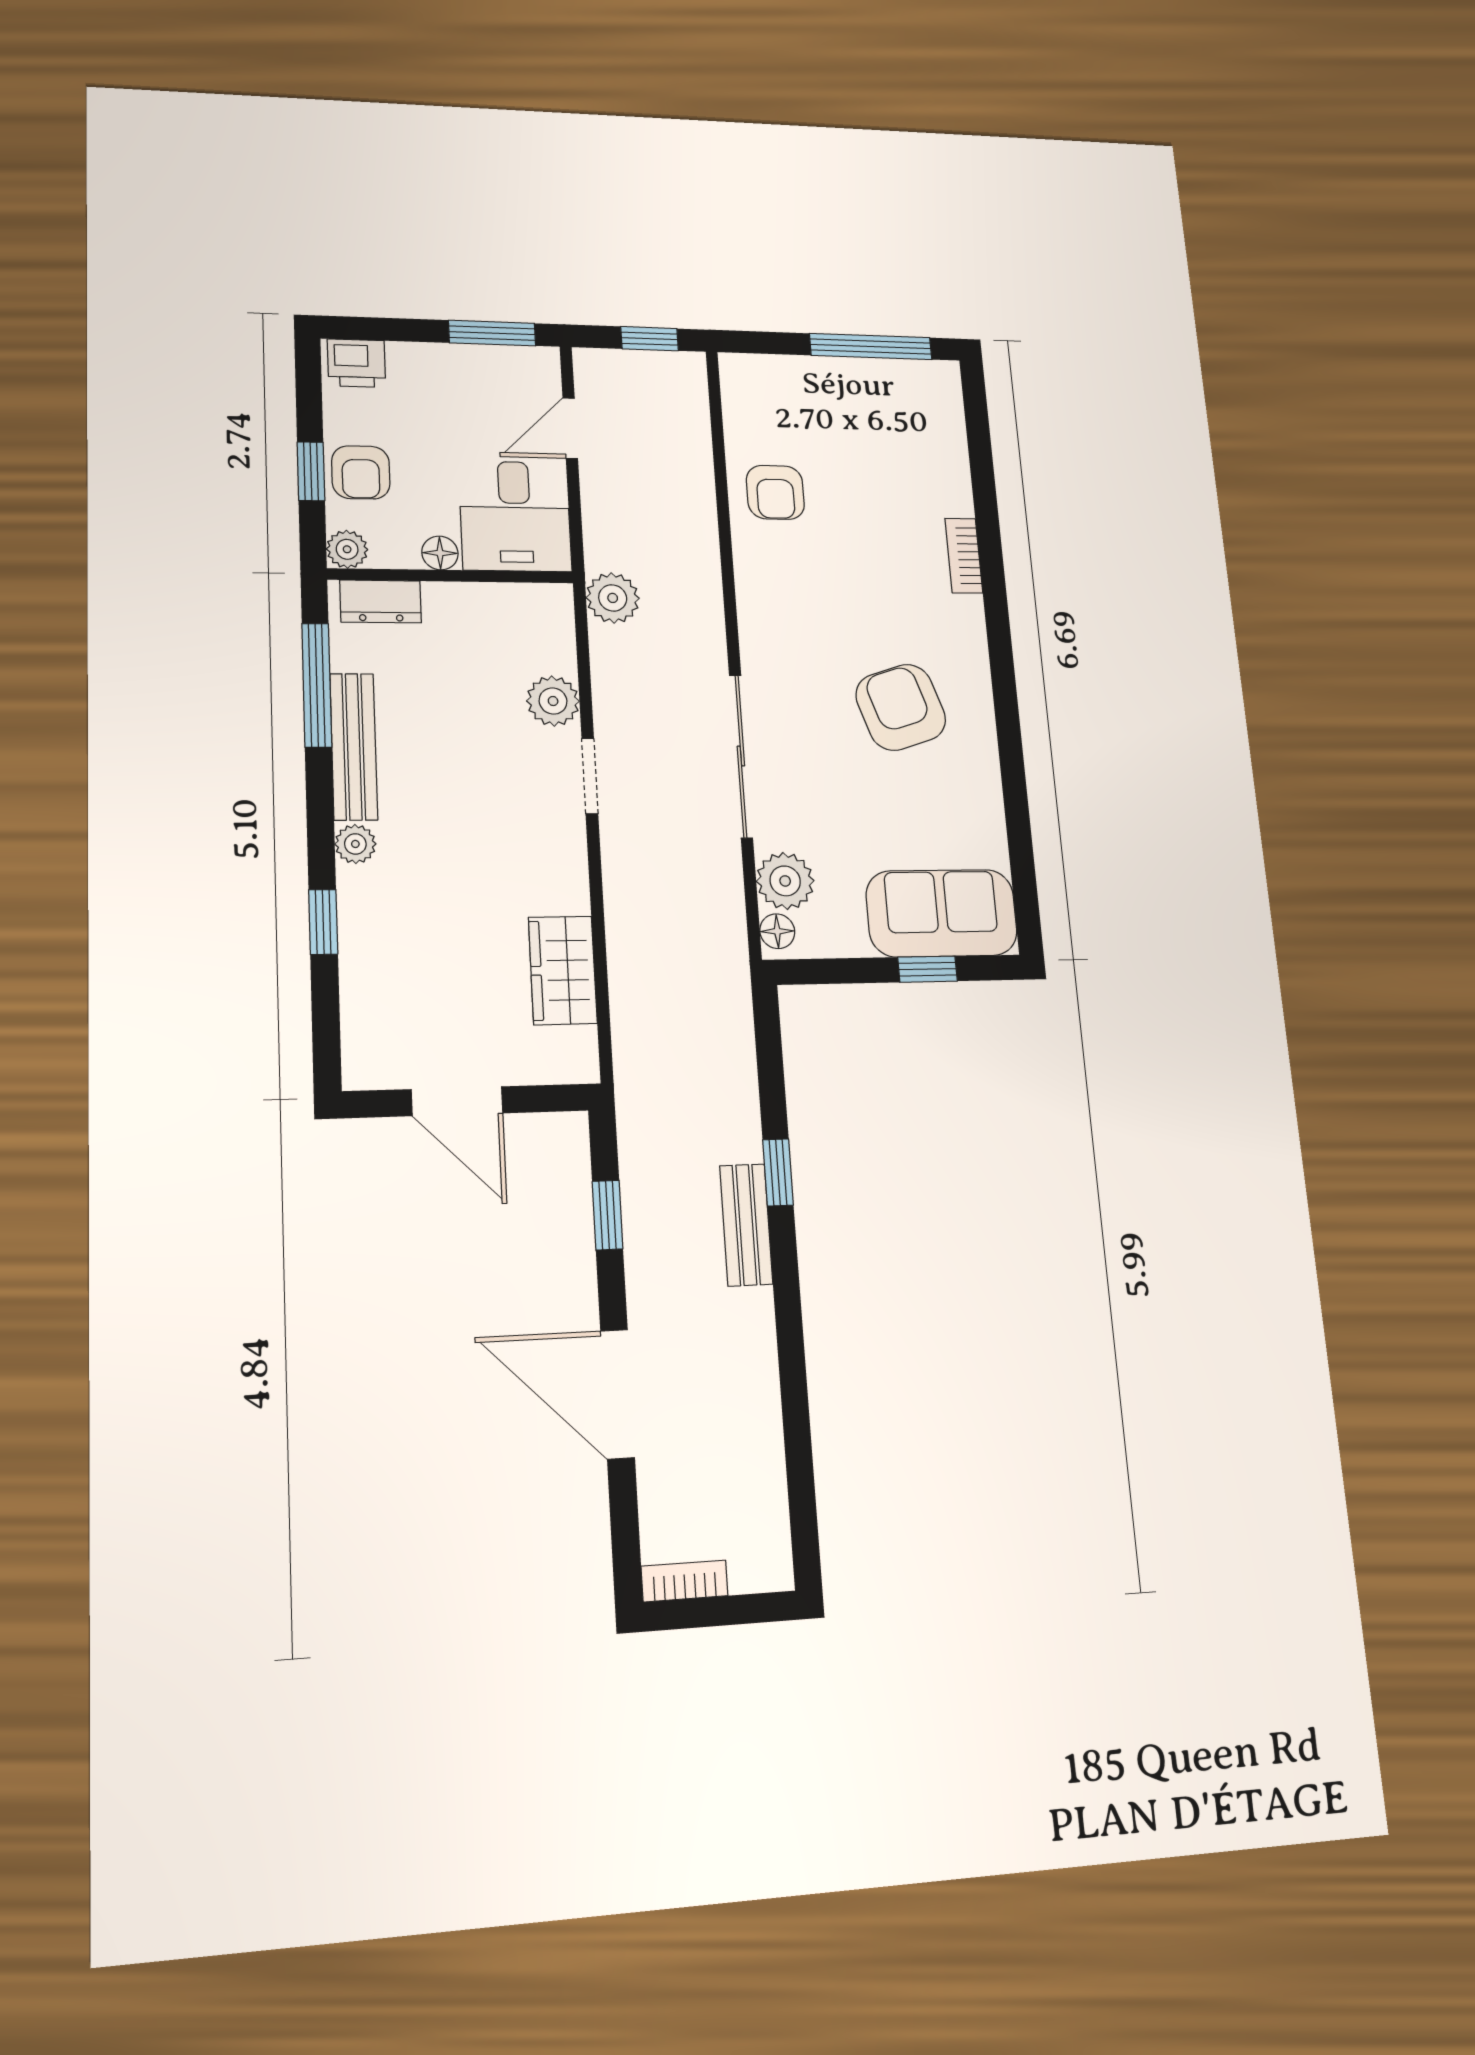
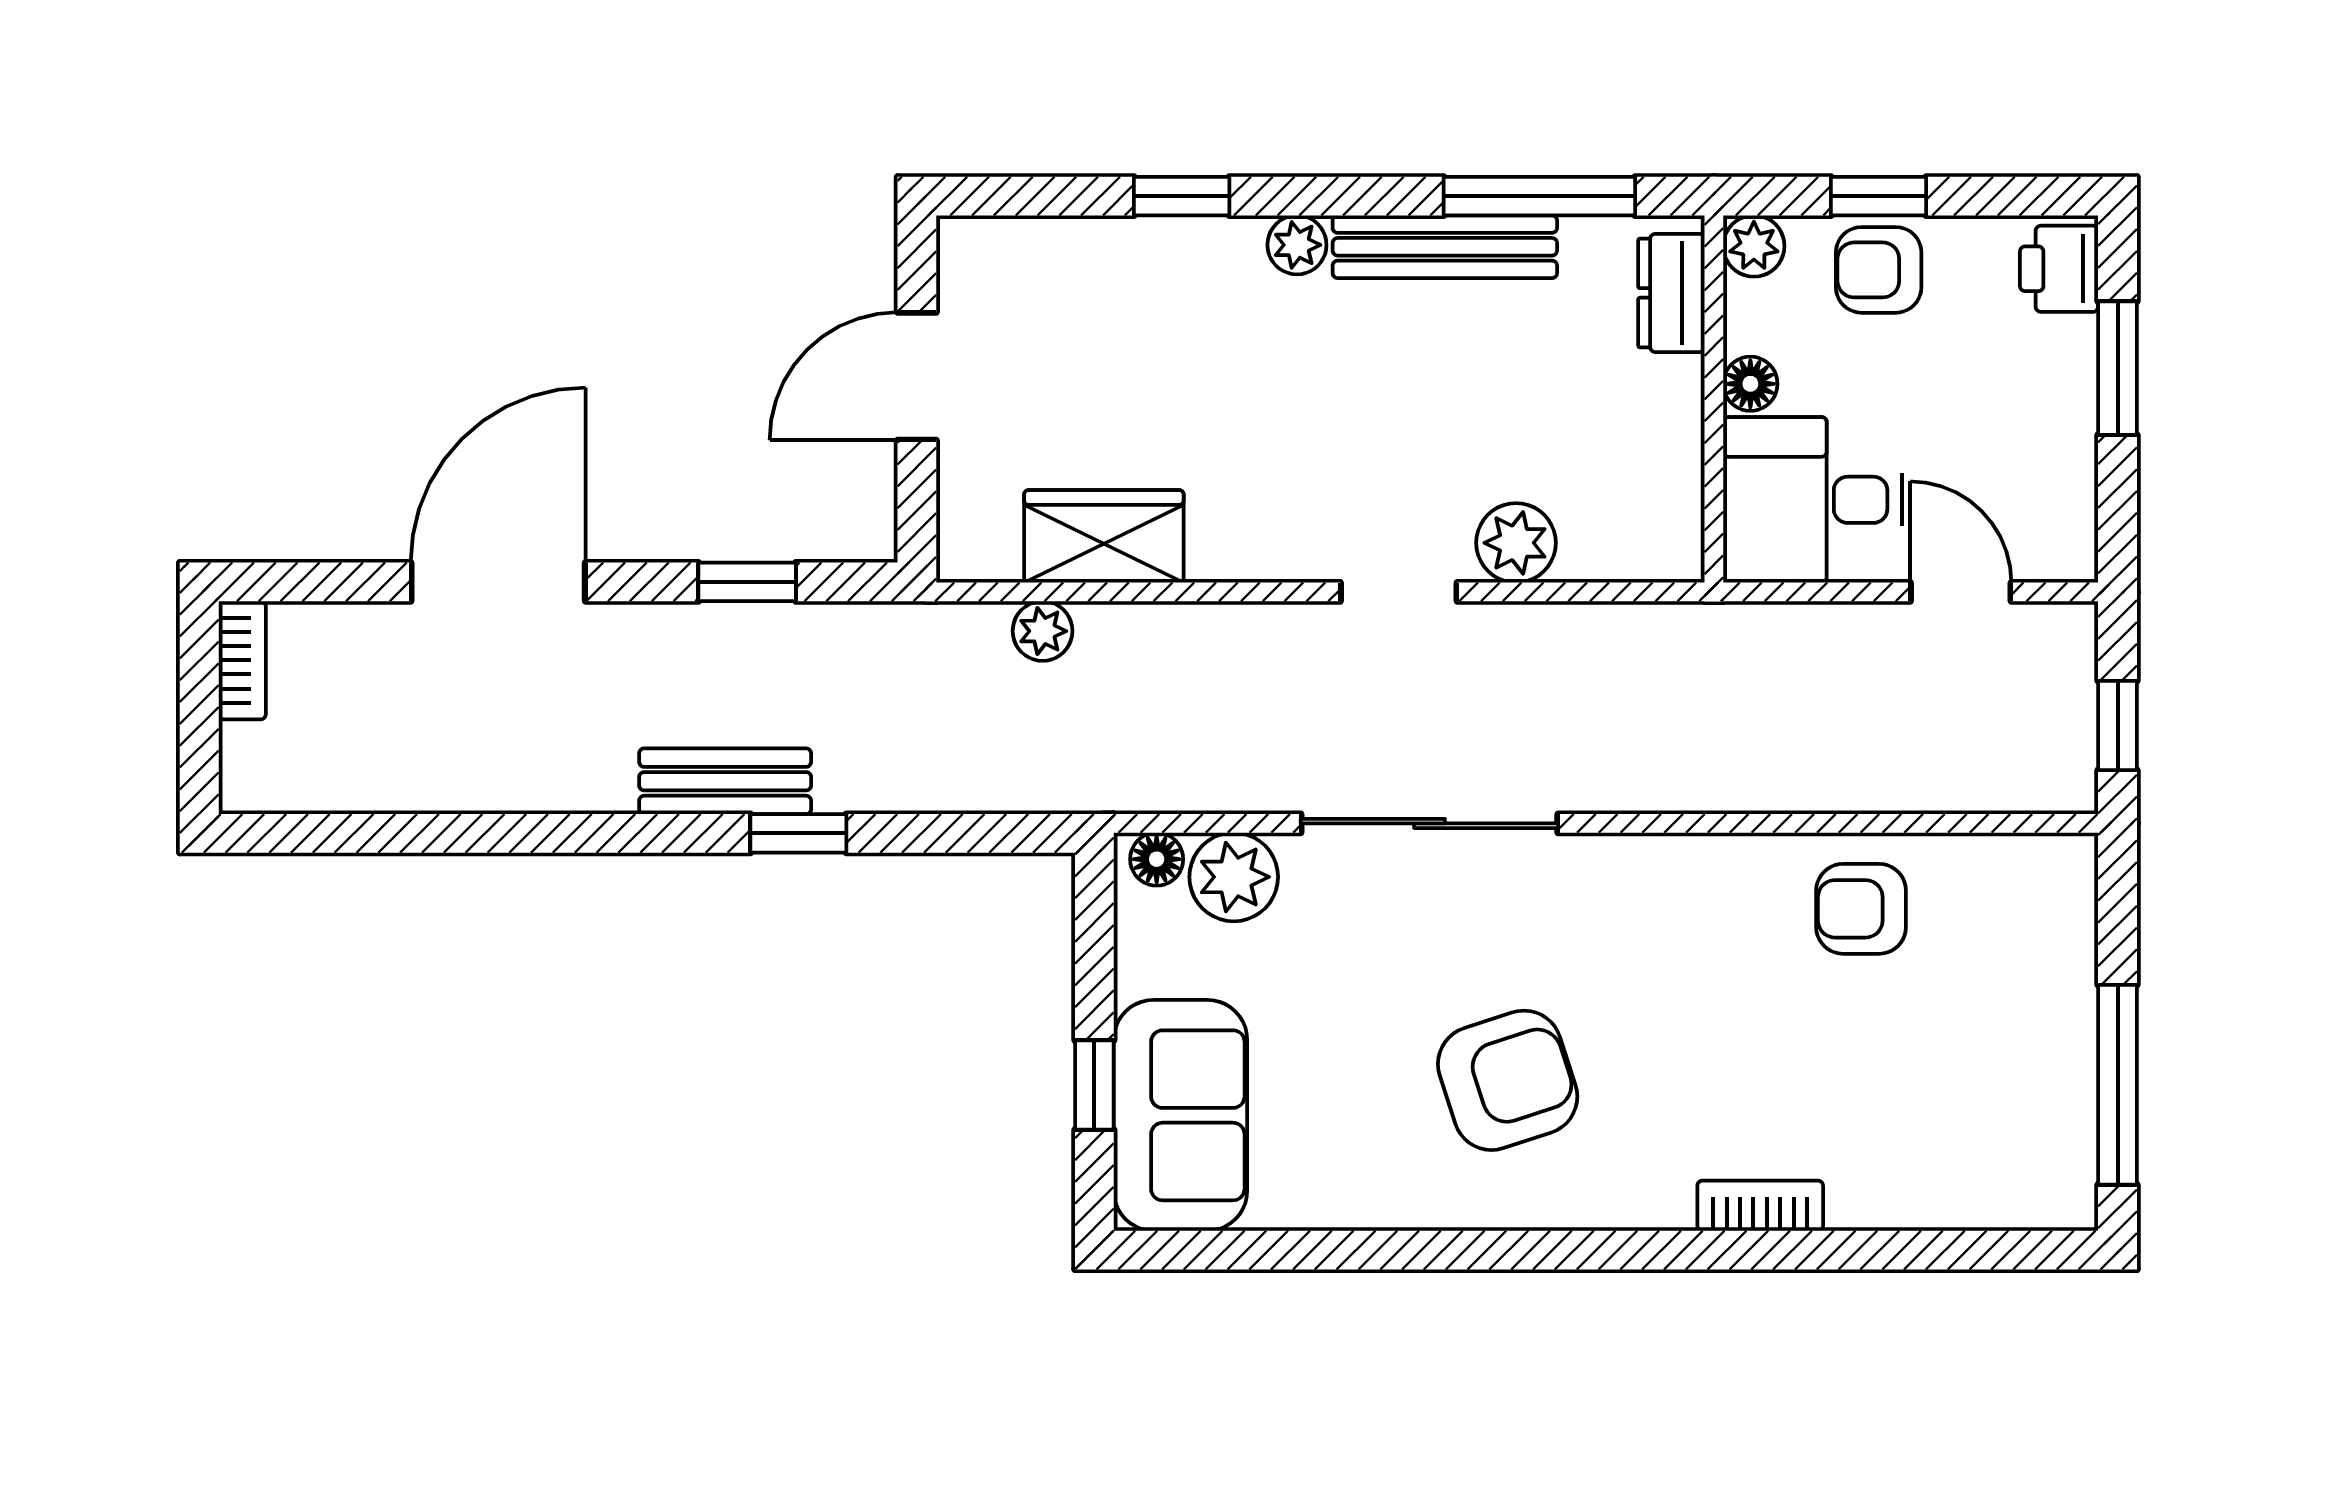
window: (492, 333) -> (2118, 368), moved
plant: (613, 598) -> (1043, 631), moved, width x0.73, depth x0.73

